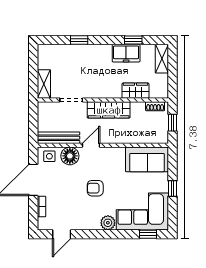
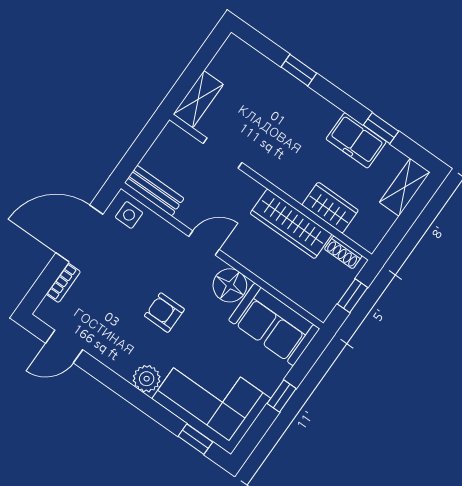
wardrobe: (109, 110) -> (291, 224), moved
bench: (59, 138) -> (154, 191), width x0.73
floor lamp: (70, 156) -> (230, 285), moved

